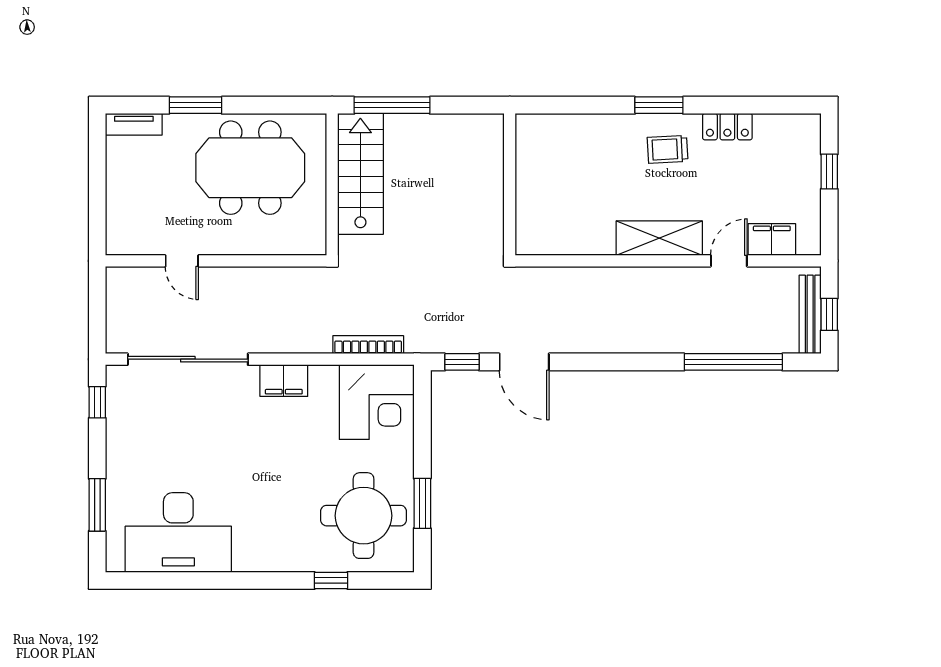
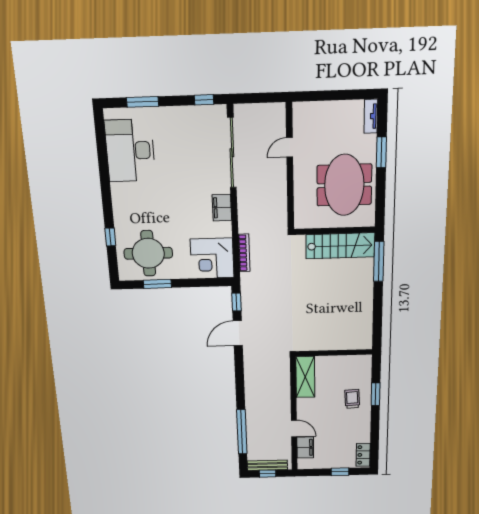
locker: (727, 127) -> (363, 455), moved
wall: (510, 184) -> (334, 353), moved
shelving: (659, 238) -> (305, 377), moved

